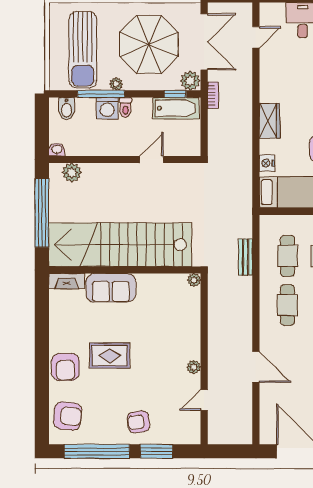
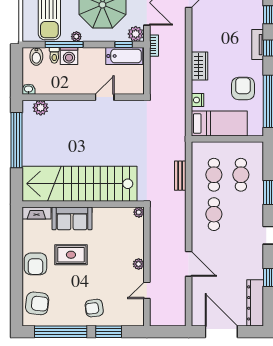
toilet: (125, 107) -> (54, 55), moved
stairs: (120, 245) -> (79, 184), moved
wall: (125, 270) -> (83, 204), moved
plant: (194, 280) -> (139, 212), moved
fireplace: (67, 281) -> (36, 213), moved
sofa: (111, 288) -> (72, 218), moved

